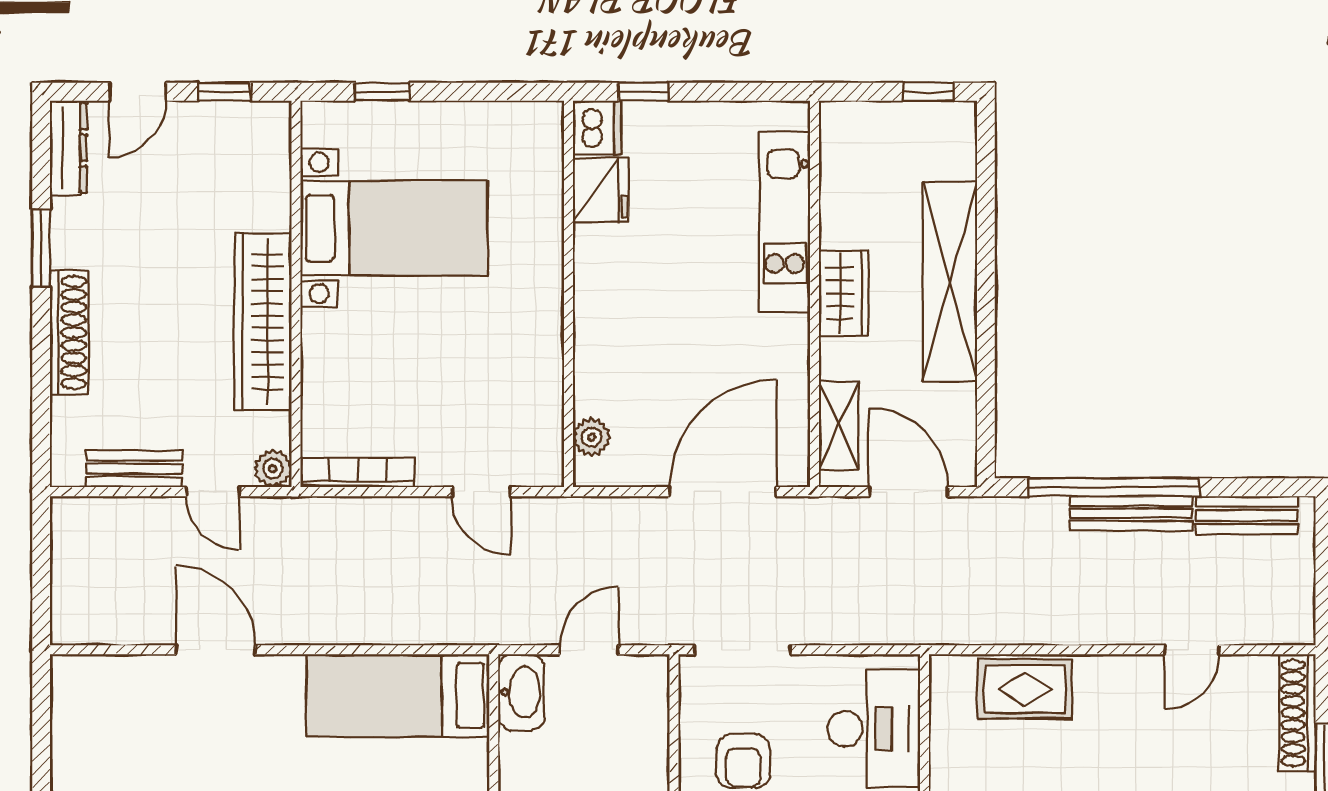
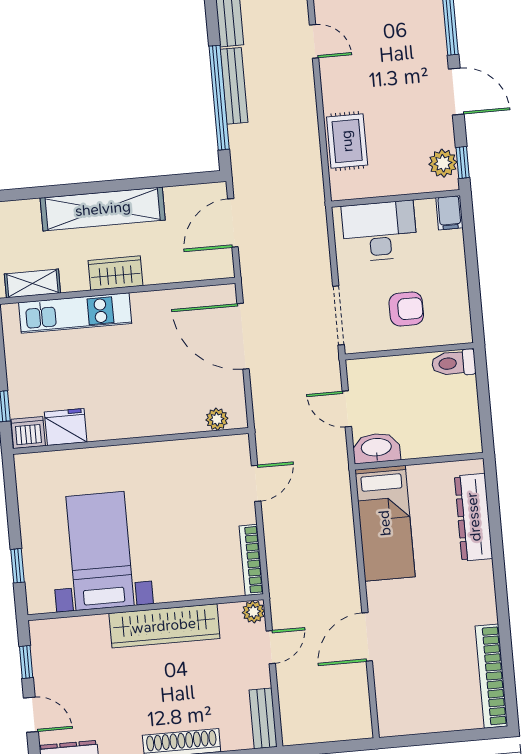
shelving: (839, 425) -> (32, 283), moved
bench: (134, 469) -> (263, 718), moved

